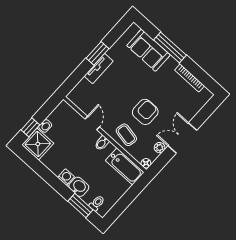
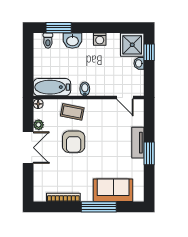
door: (92, 123) -> (125, 97), moved
washing machine: (66, 177) -> (100, 39), moved

